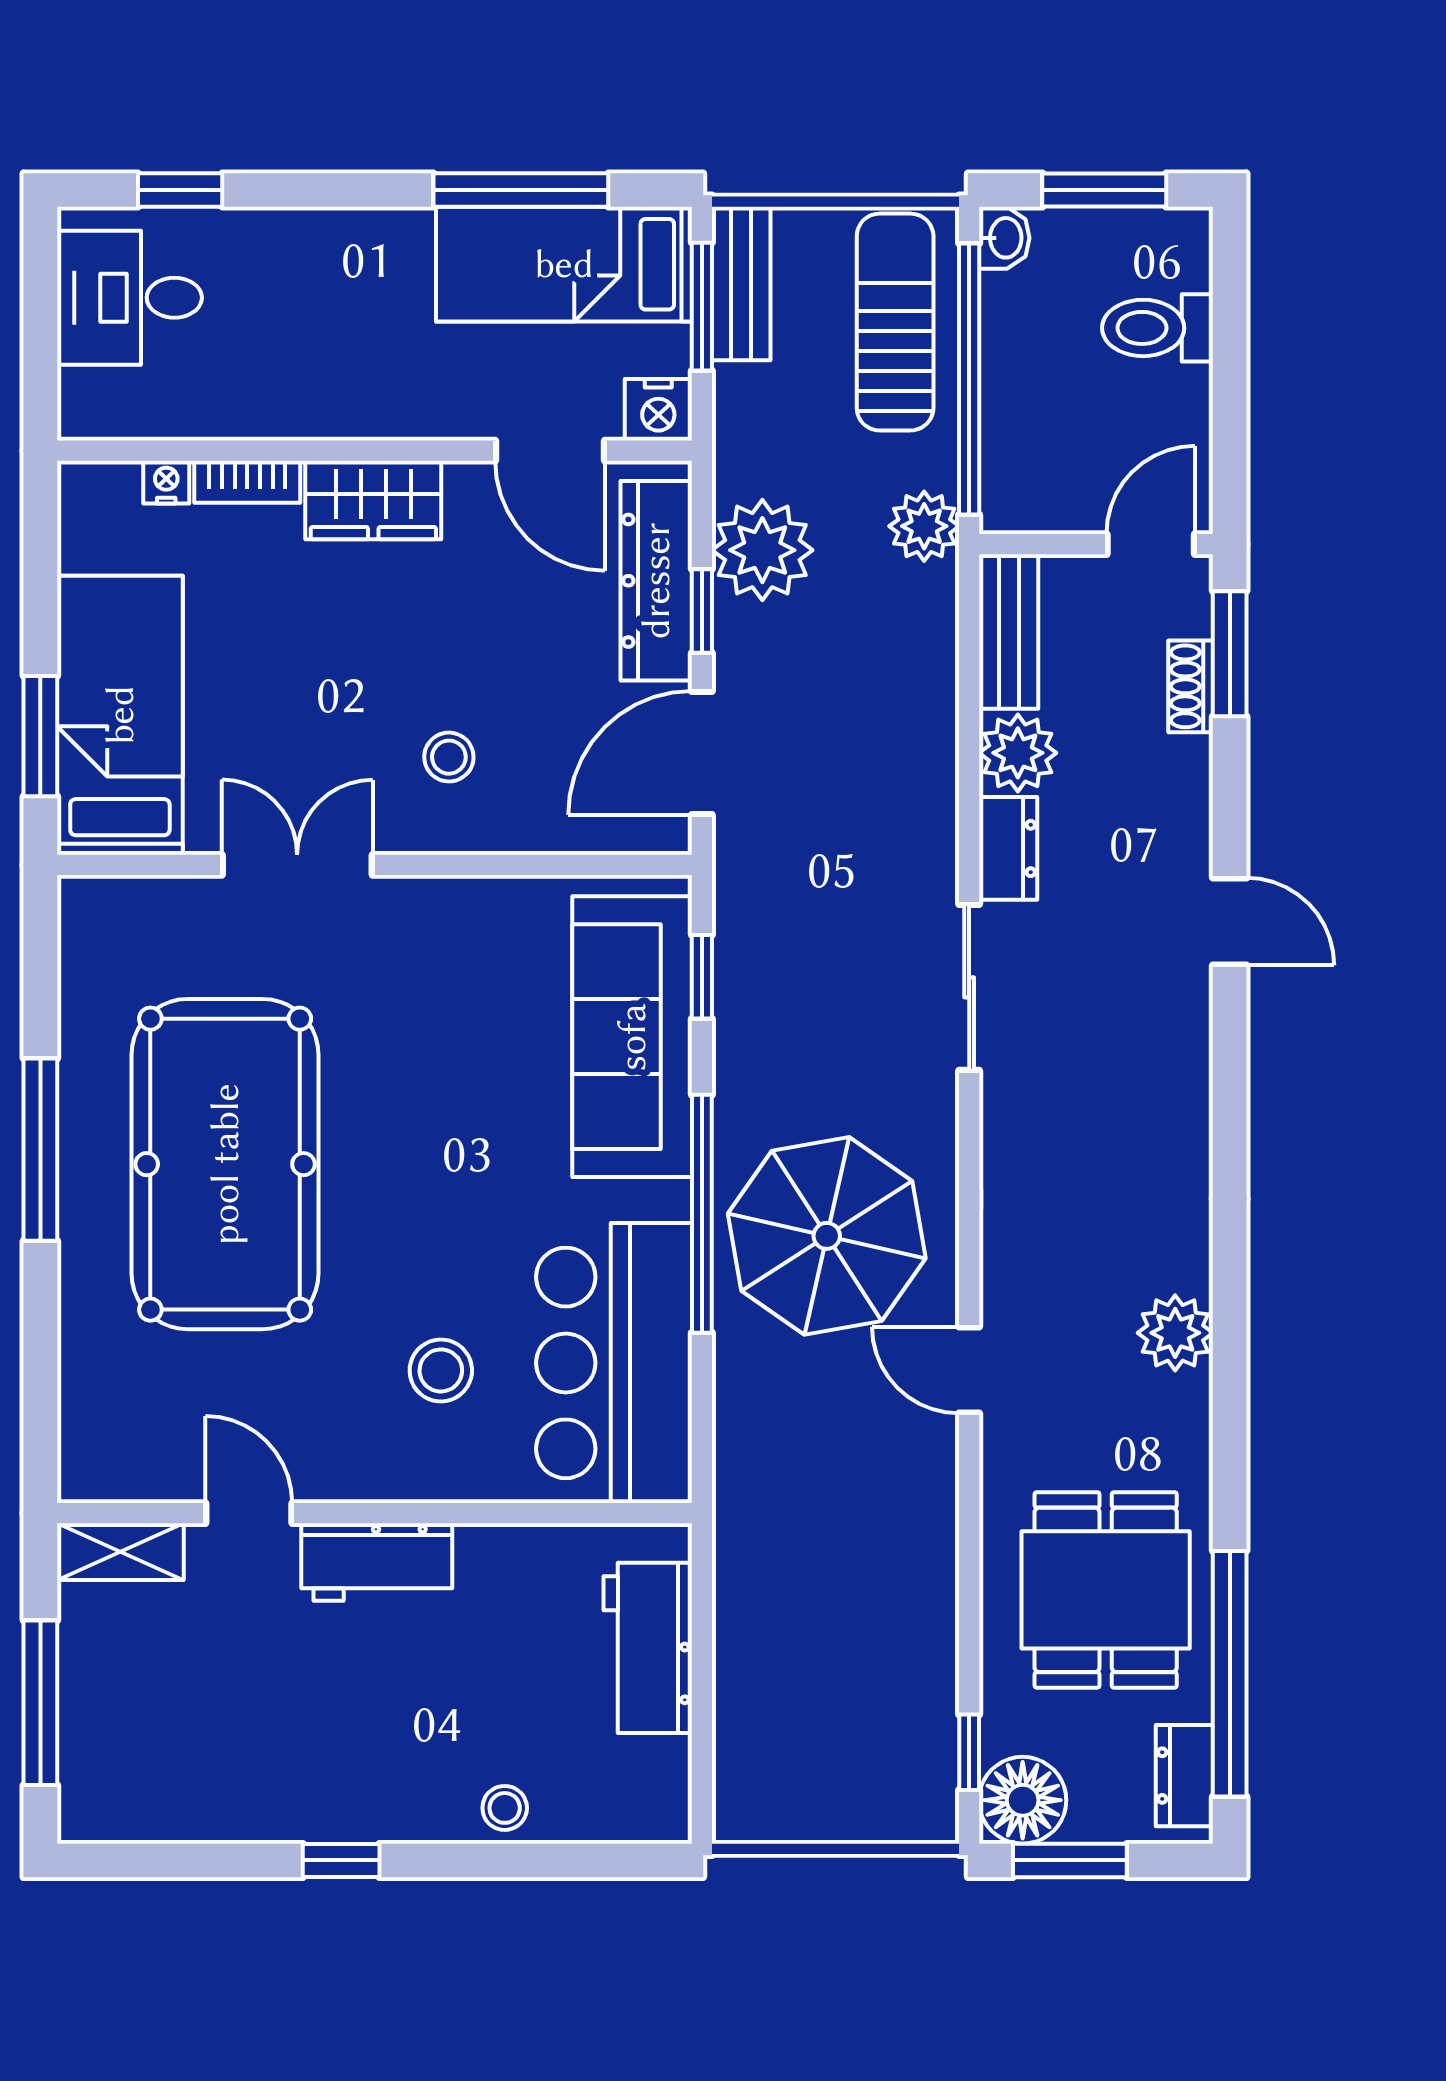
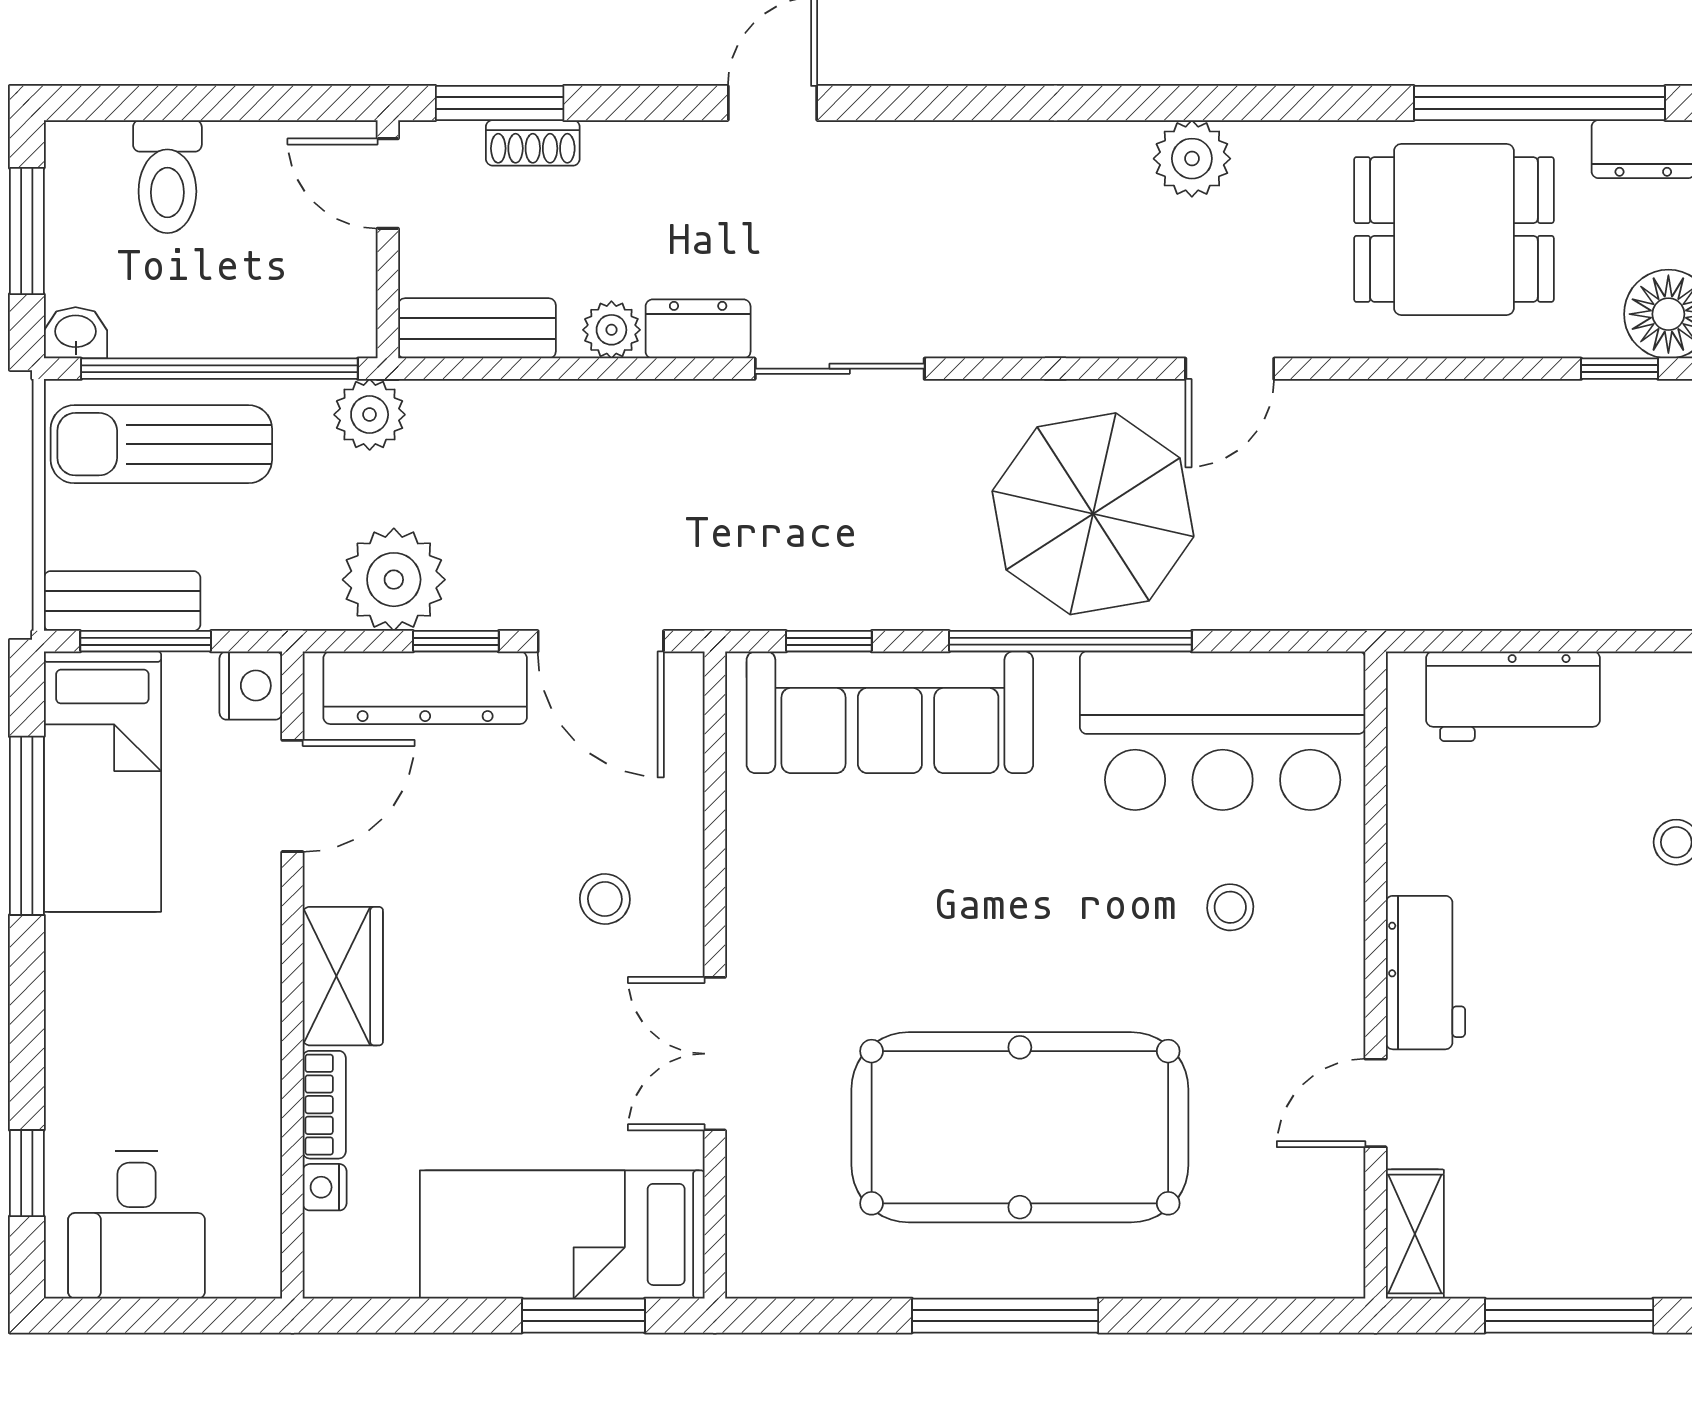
plant: (1018, 753) -> (611, 330), width x0.73, depth x0.73
stool: (441, 1370) -> (1230, 907), width x0.73, depth x0.73

